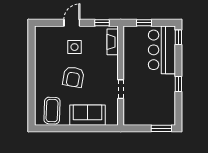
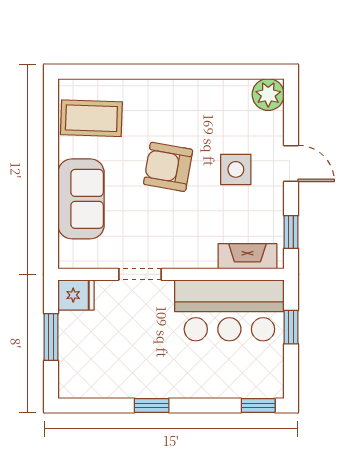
plant: (42, 33) -> (268, 94), added
bar counter: (162, 50) -> (229, 310), moved, turned 180
fridge: (130, 117) -> (76, 295), added
window: (161, 128) -> (51, 337), moved

